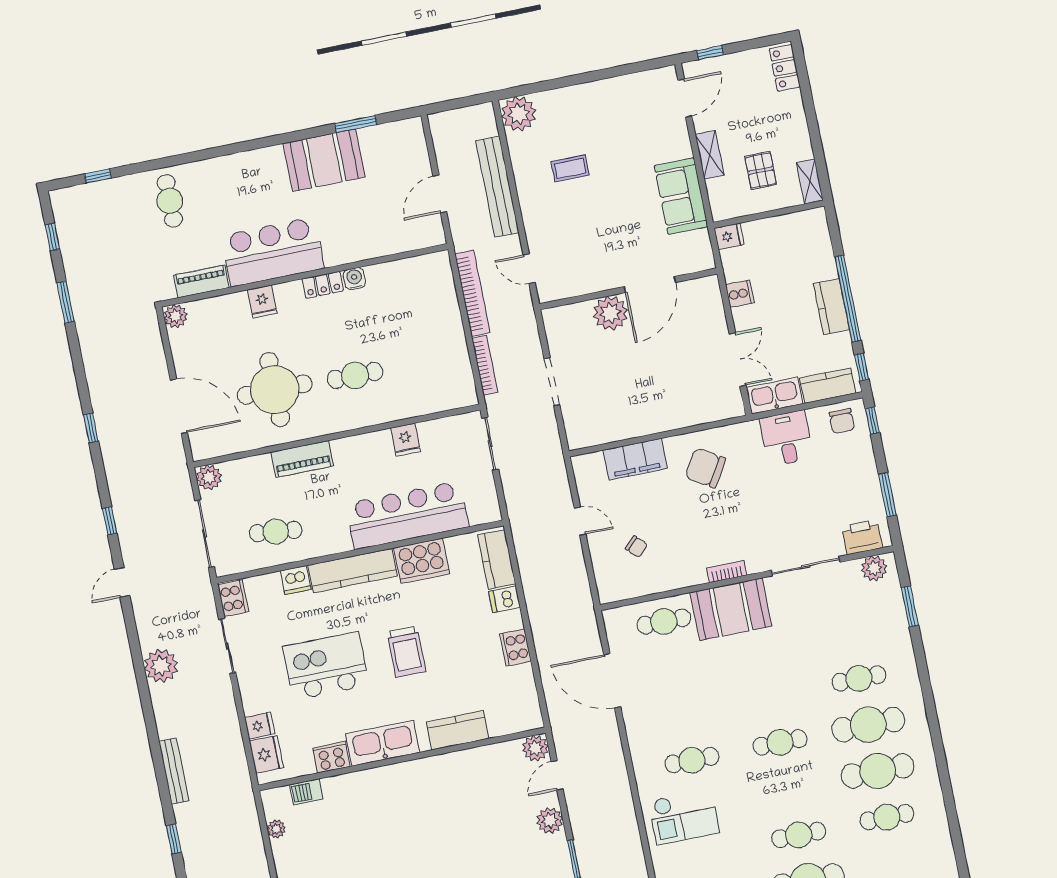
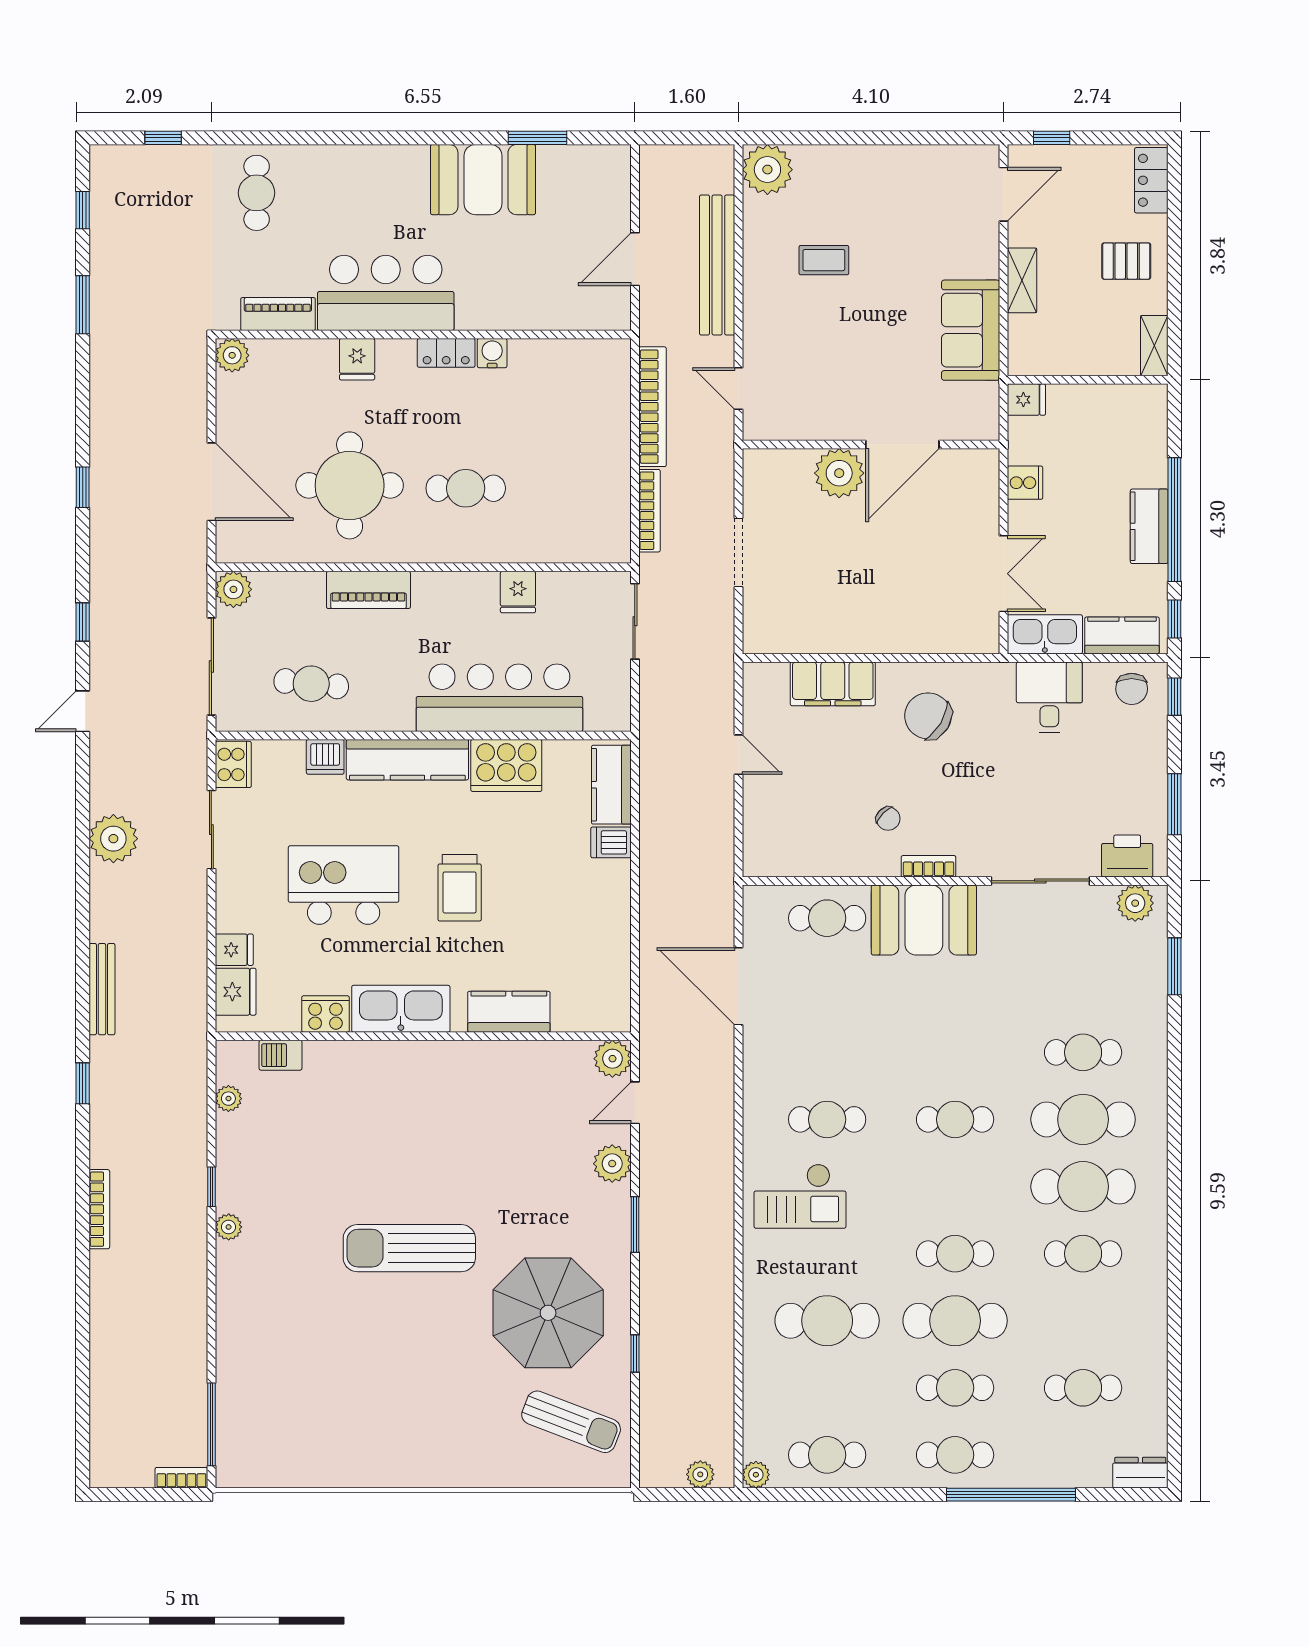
pallet: (761, 171) -> (1126, 261), moved, turned 90
chair: (636, 547) -> (888, 819), moved
cooker: (515, 647) -> (613, 913), removed

